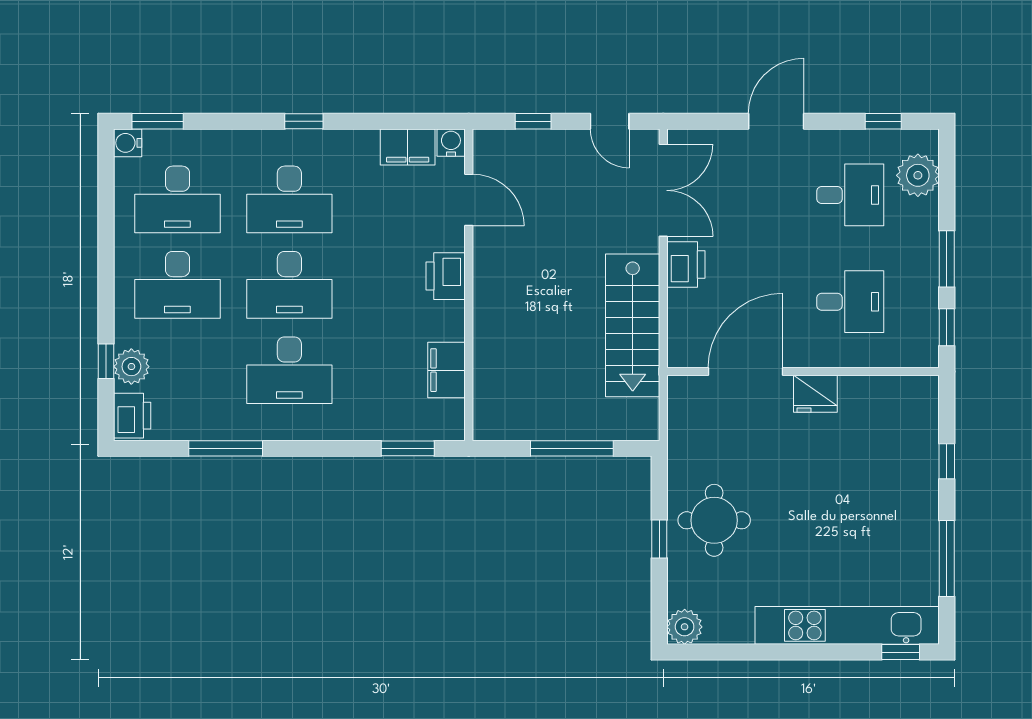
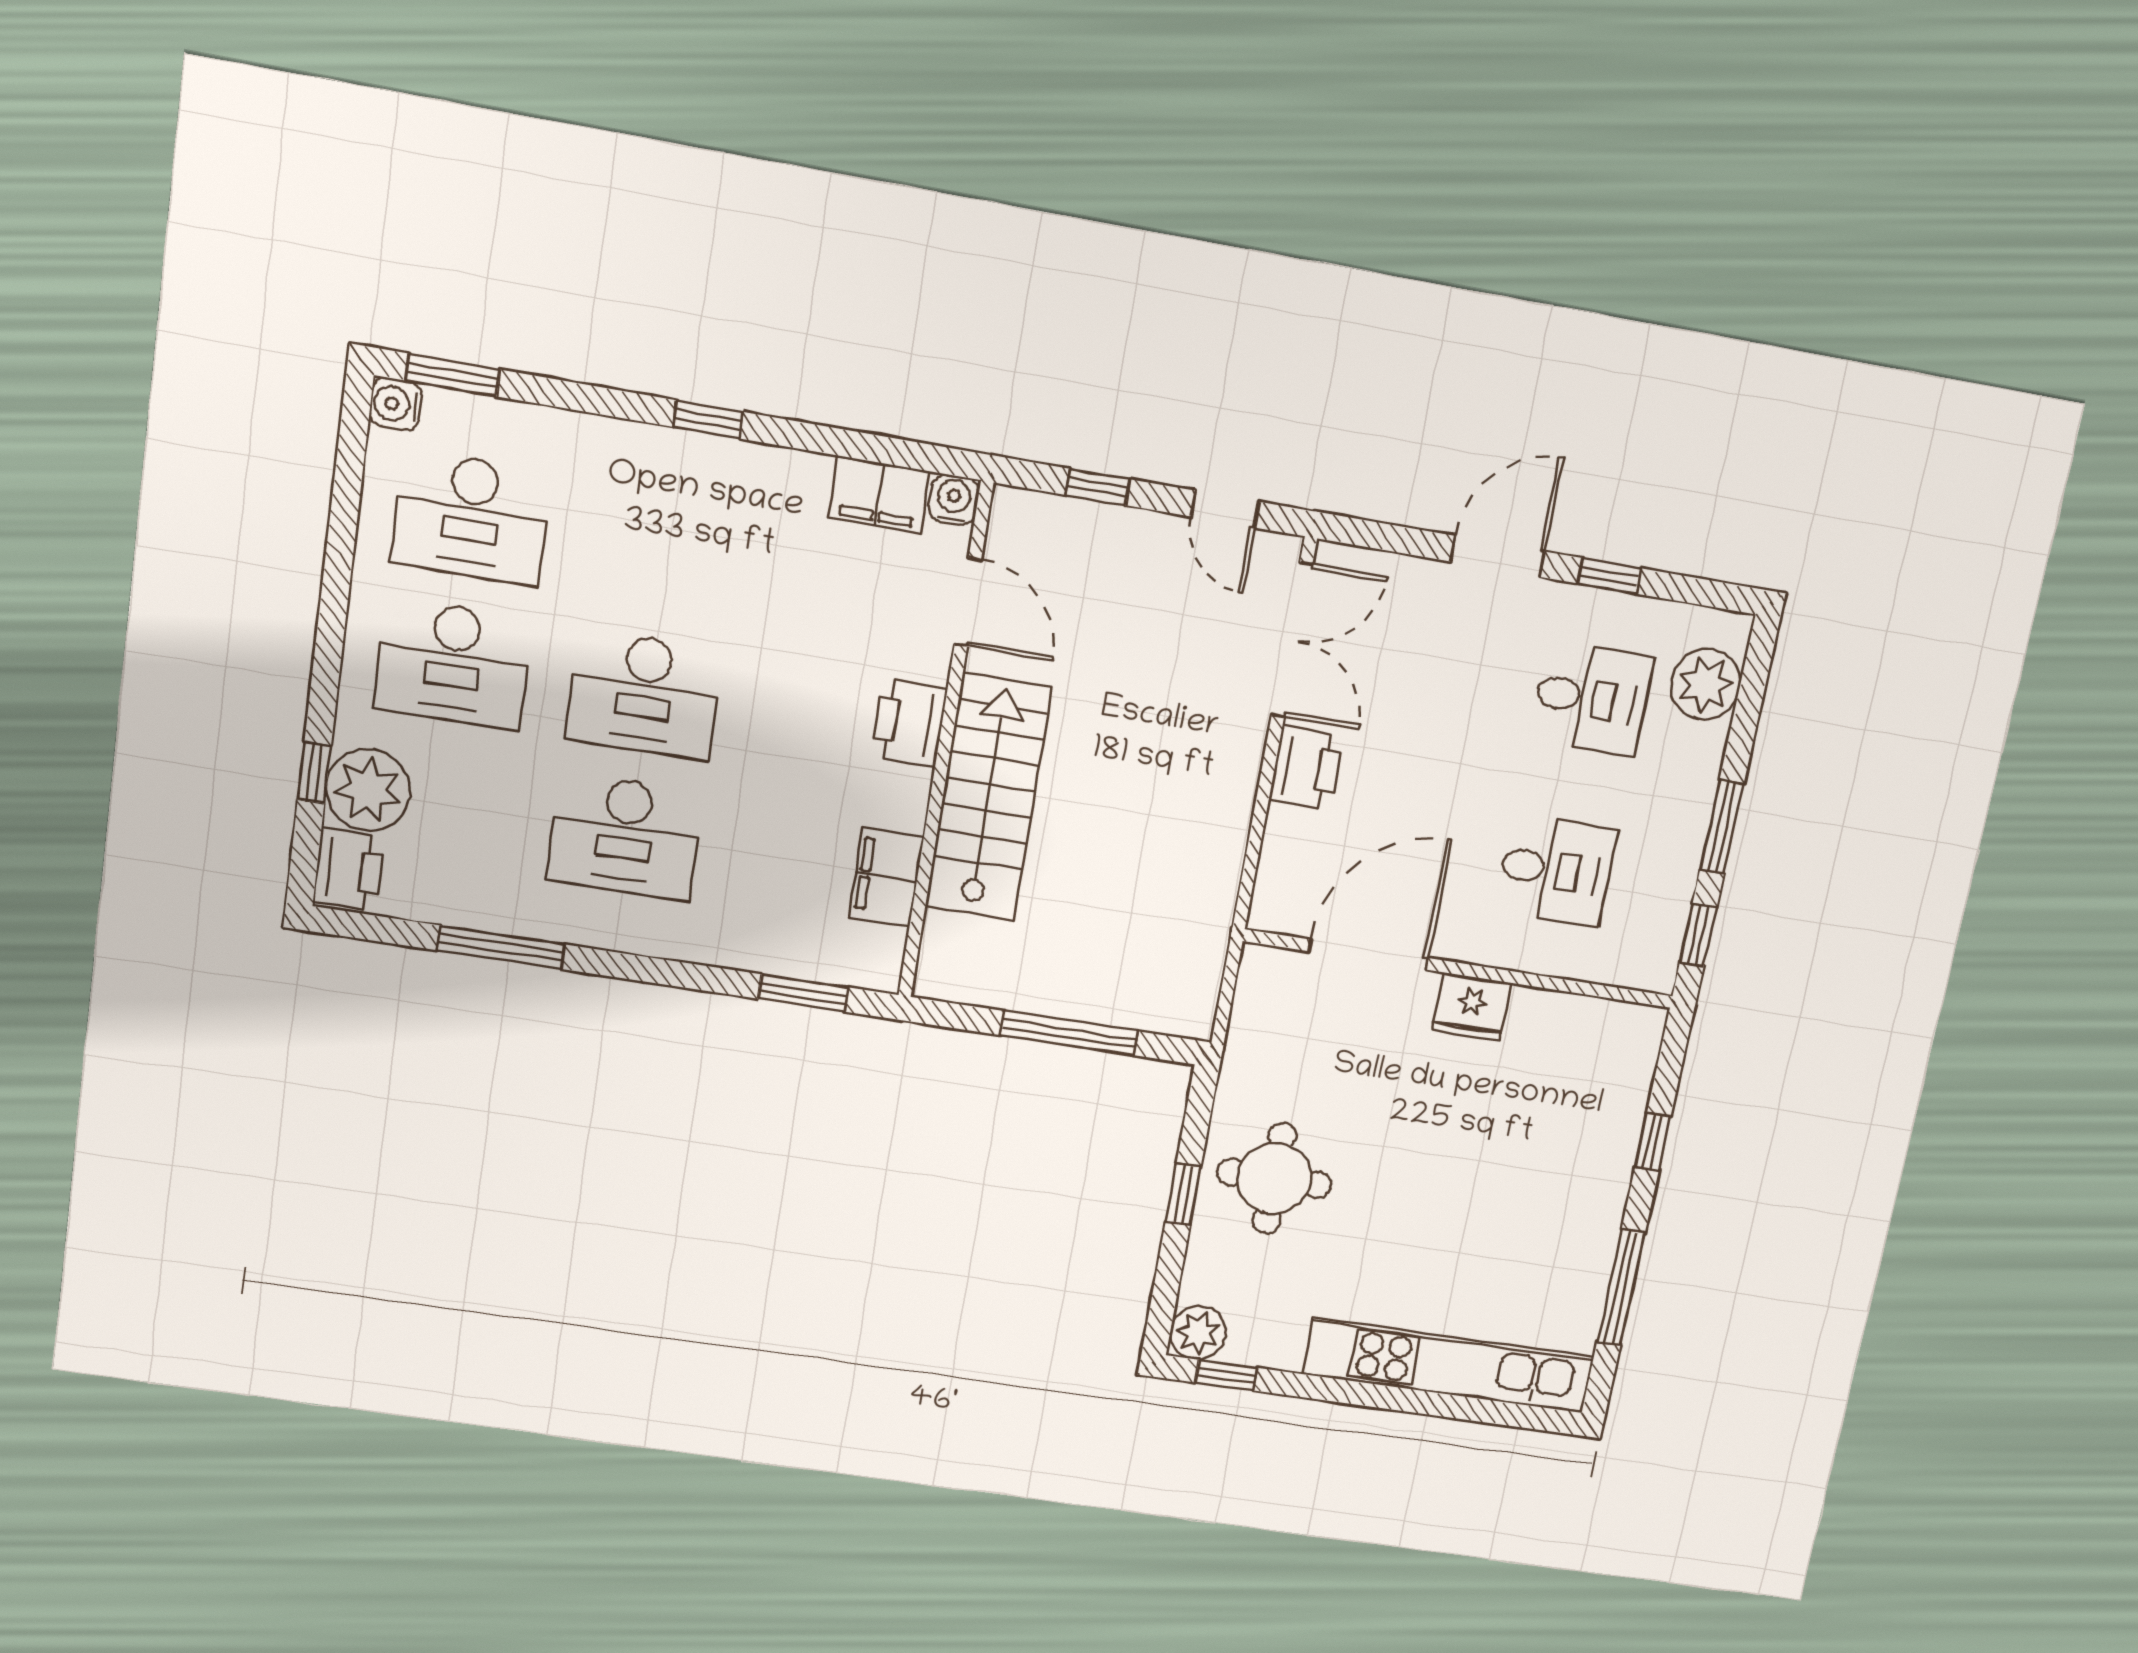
window: (883, 121) -> (1609, 576), moved
desk: (289, 199) -> (664, 550), removed
stairs: (633, 325) -> (988, 797), moved, turned 180
plant: (131, 367) -> (368, 790), width x1.36, depth x1.36
window: (901, 652) -> (1226, 1375), moved

